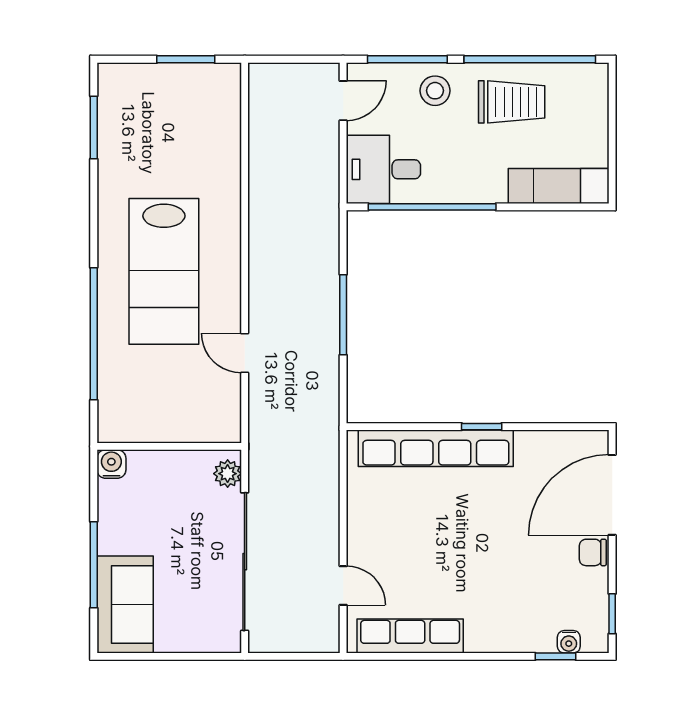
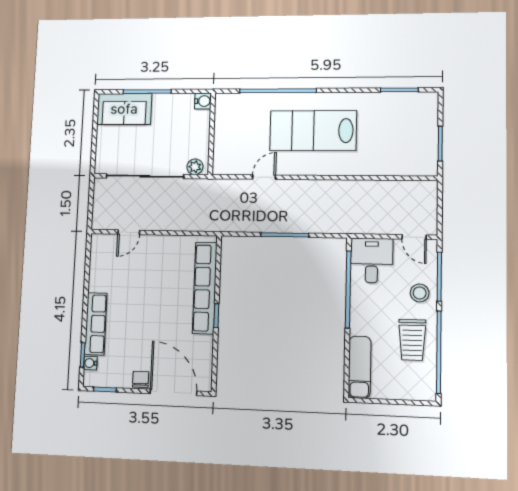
row of seats: (410, 636) -> (96, 324), moved

